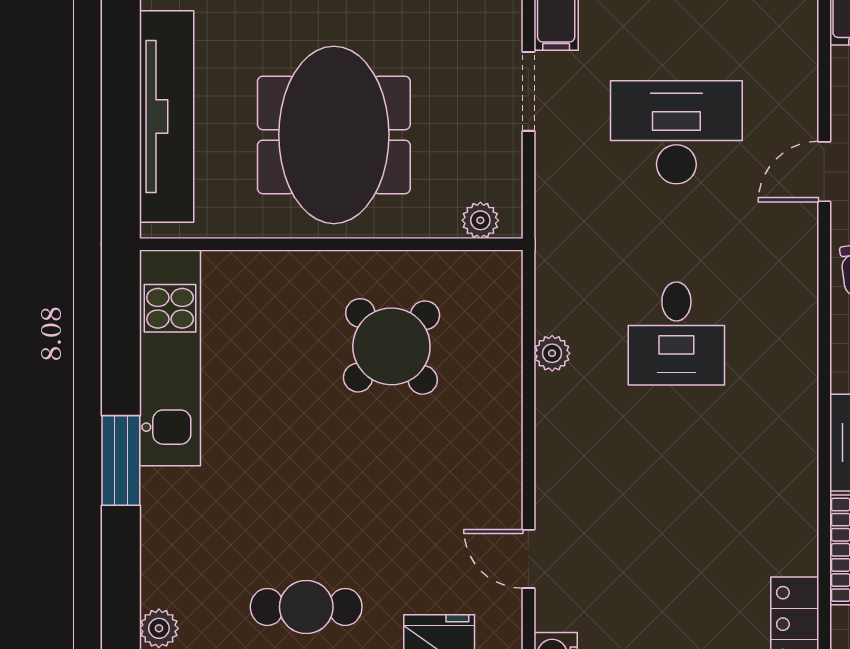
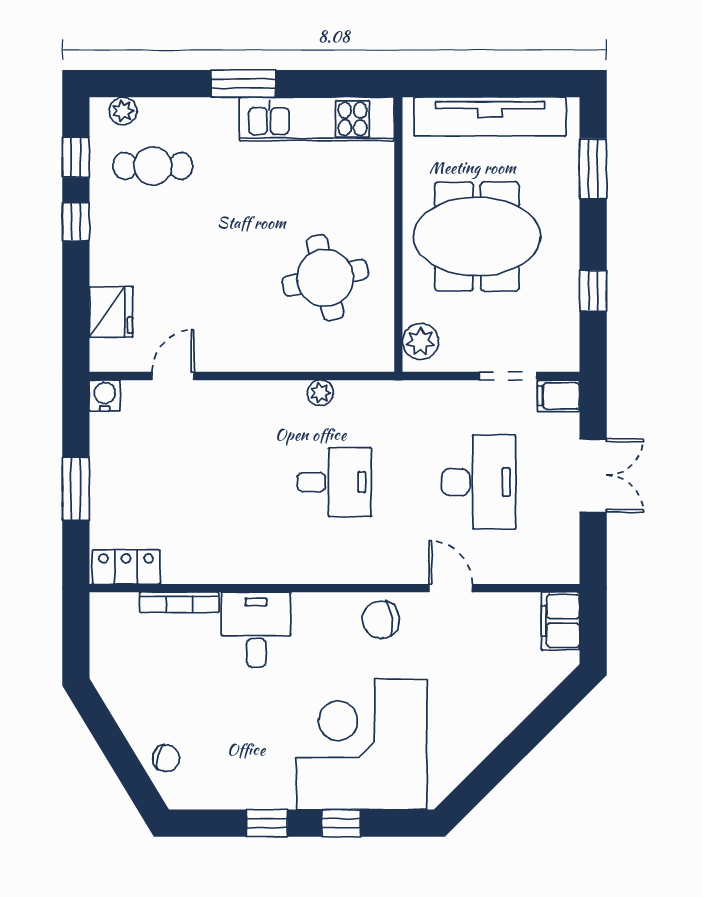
plant: (480, 220) -> (420, 341), width x1.38, depth x1.38
desk: (676, 334) -> (334, 482), turned 180
round table: (391, 346) -> (325, 278), turned 30
cafe table: (306, 607) -> (153, 166), moved, turned 90

